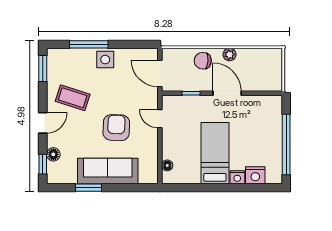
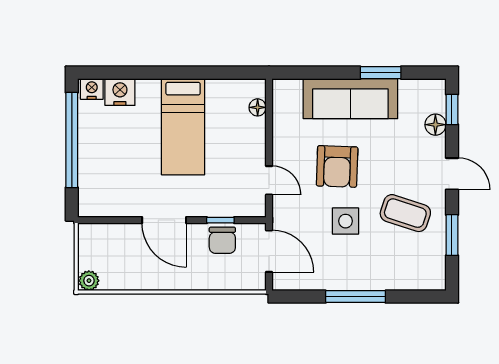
window: (89, 44) -> (356, 297), moved
plant: (229, 55) -> (89, 281), moved
side table: (105, 60) -> (346, 221), moved
chair: (203, 61) -> (222, 240), moved, turned 86
window: (43, 68) -> (452, 235), moved
door: (43, 123) -> (452, 174), swing flipped
nightstand: (237, 177) -> (92, 89), moved

